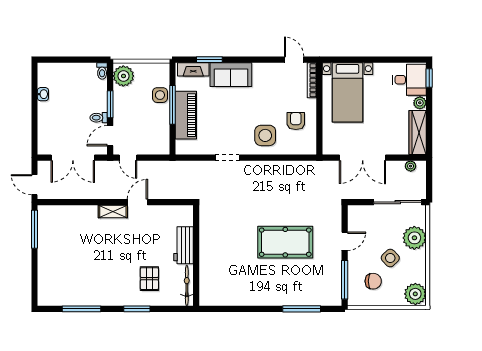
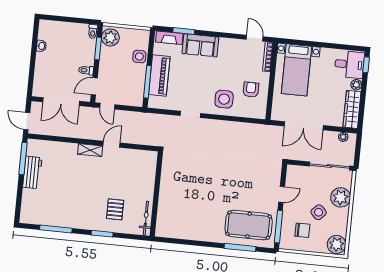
window: (110, 104) -> (98, 48), moved
window: (172, 105) -> (147, 82), moved
pool table: (285, 242) -> (249, 225), moved
workbench: (184, 245) -> (32, 172), moved, turned 180

